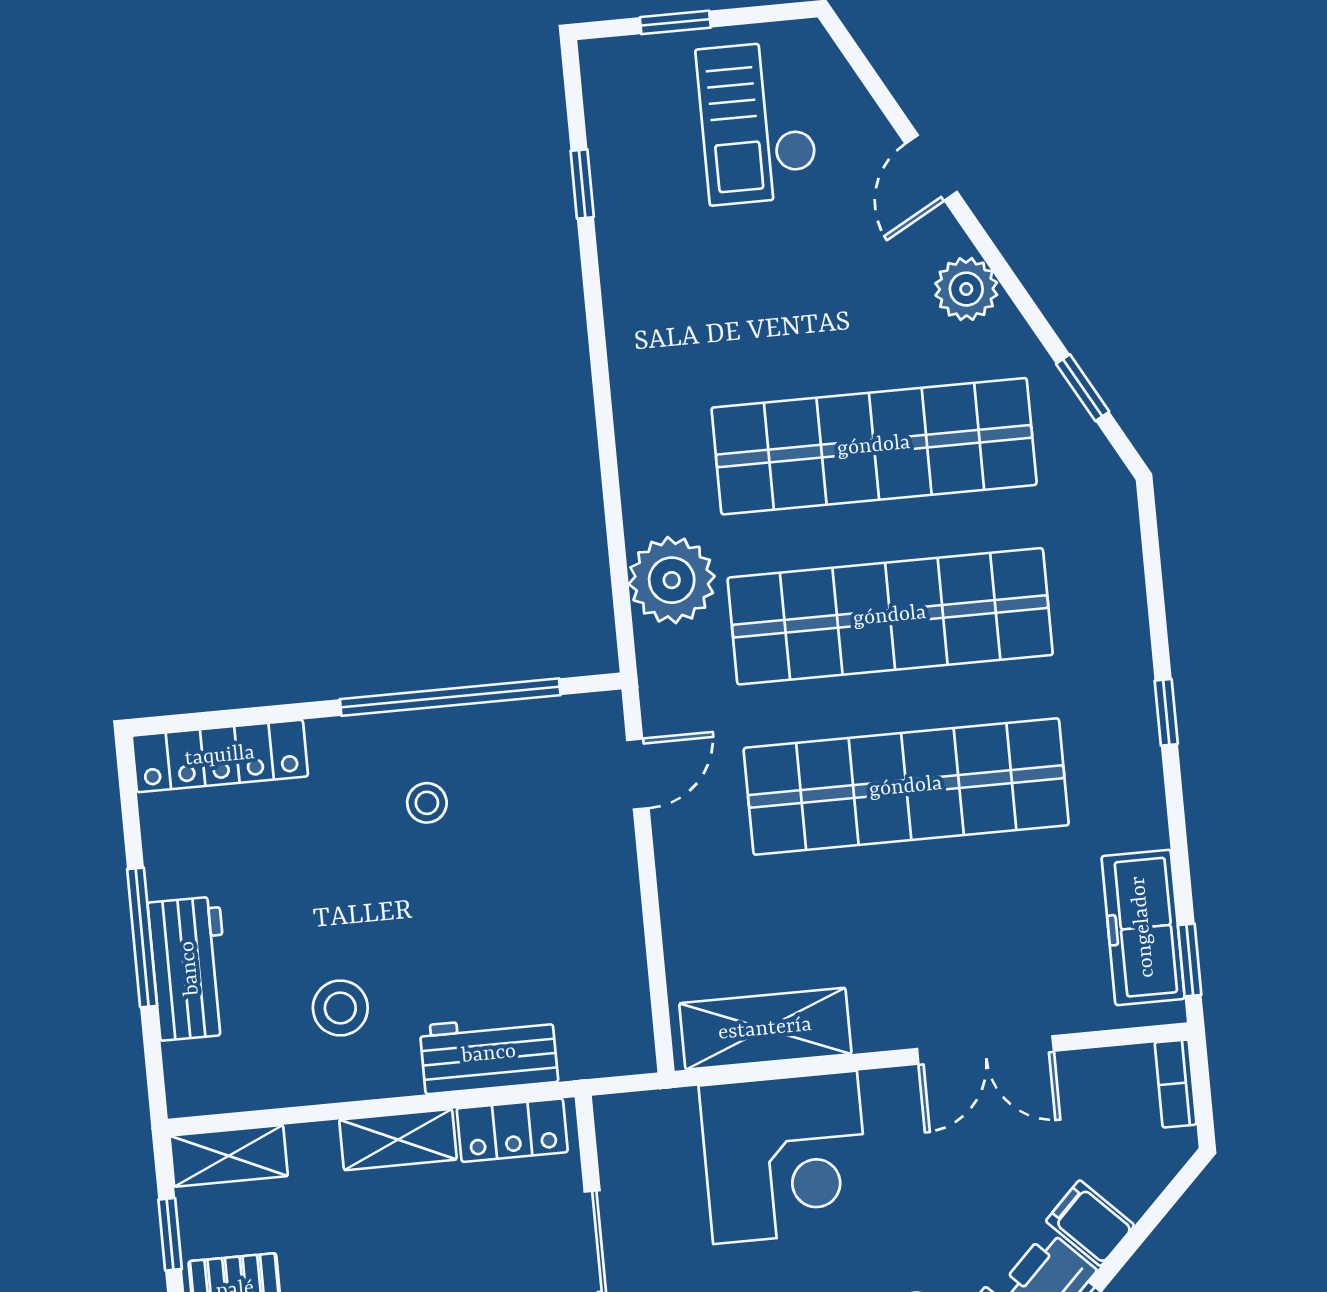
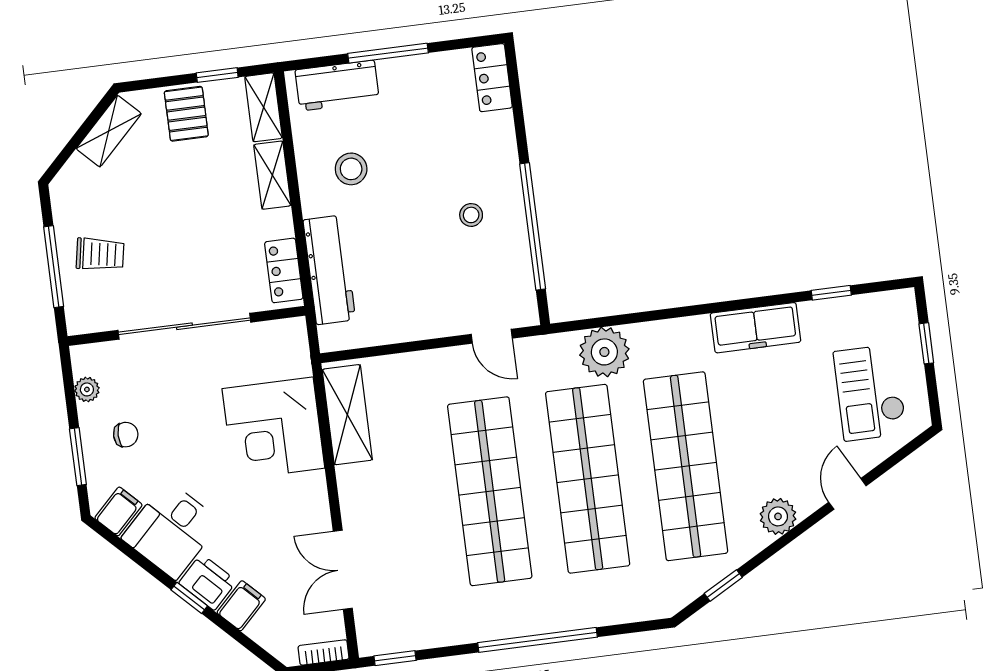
checkout: (757, 123) -> (870, 393), turned -90
door: (931, 168) -> (847, 494), hinge flipped
window: (1166, 712) -> (538, 640), width x3.17
locker: (220, 756) -> (492, 78), width x0.66
freezer: (1143, 927) -> (756, 328), moved, turned 180
workbench: (190, 968) -> (337, 85), moved
double door: (985, 1050) -> (343, 570), moved
workbench: (489, 1054) -> (329, 270), width x1.37
shelving: (398, 1140) -> (272, 175), moved

